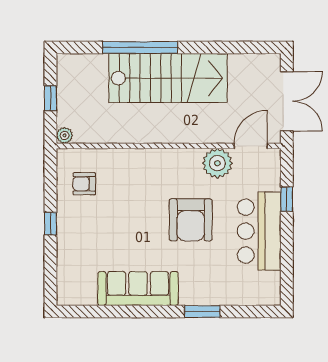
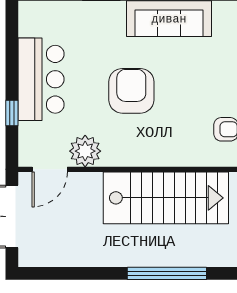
stairs: (168, 78) -> (166, 198), moved, turned 180
armchair: (191, 220) -> (131, 91), moved

